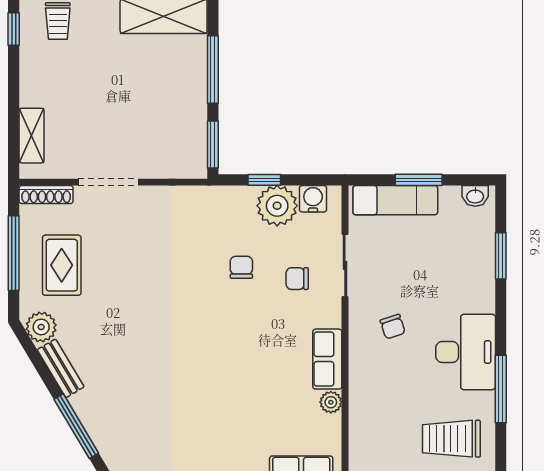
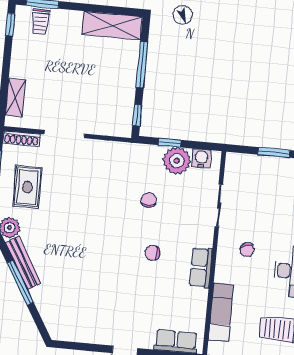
window: (213, 145) -> (137, 115), width x0.67
exam couch: (395, 200) -> (221, 312), moved, turned -90
chair: (297, 279) -> (152, 253), moved
bench: (61, 368) -> (23, 263), width x1.36
plant: (331, 402) -> (200, 297), removed
window: (76, 426) -> (20, 283), moved

